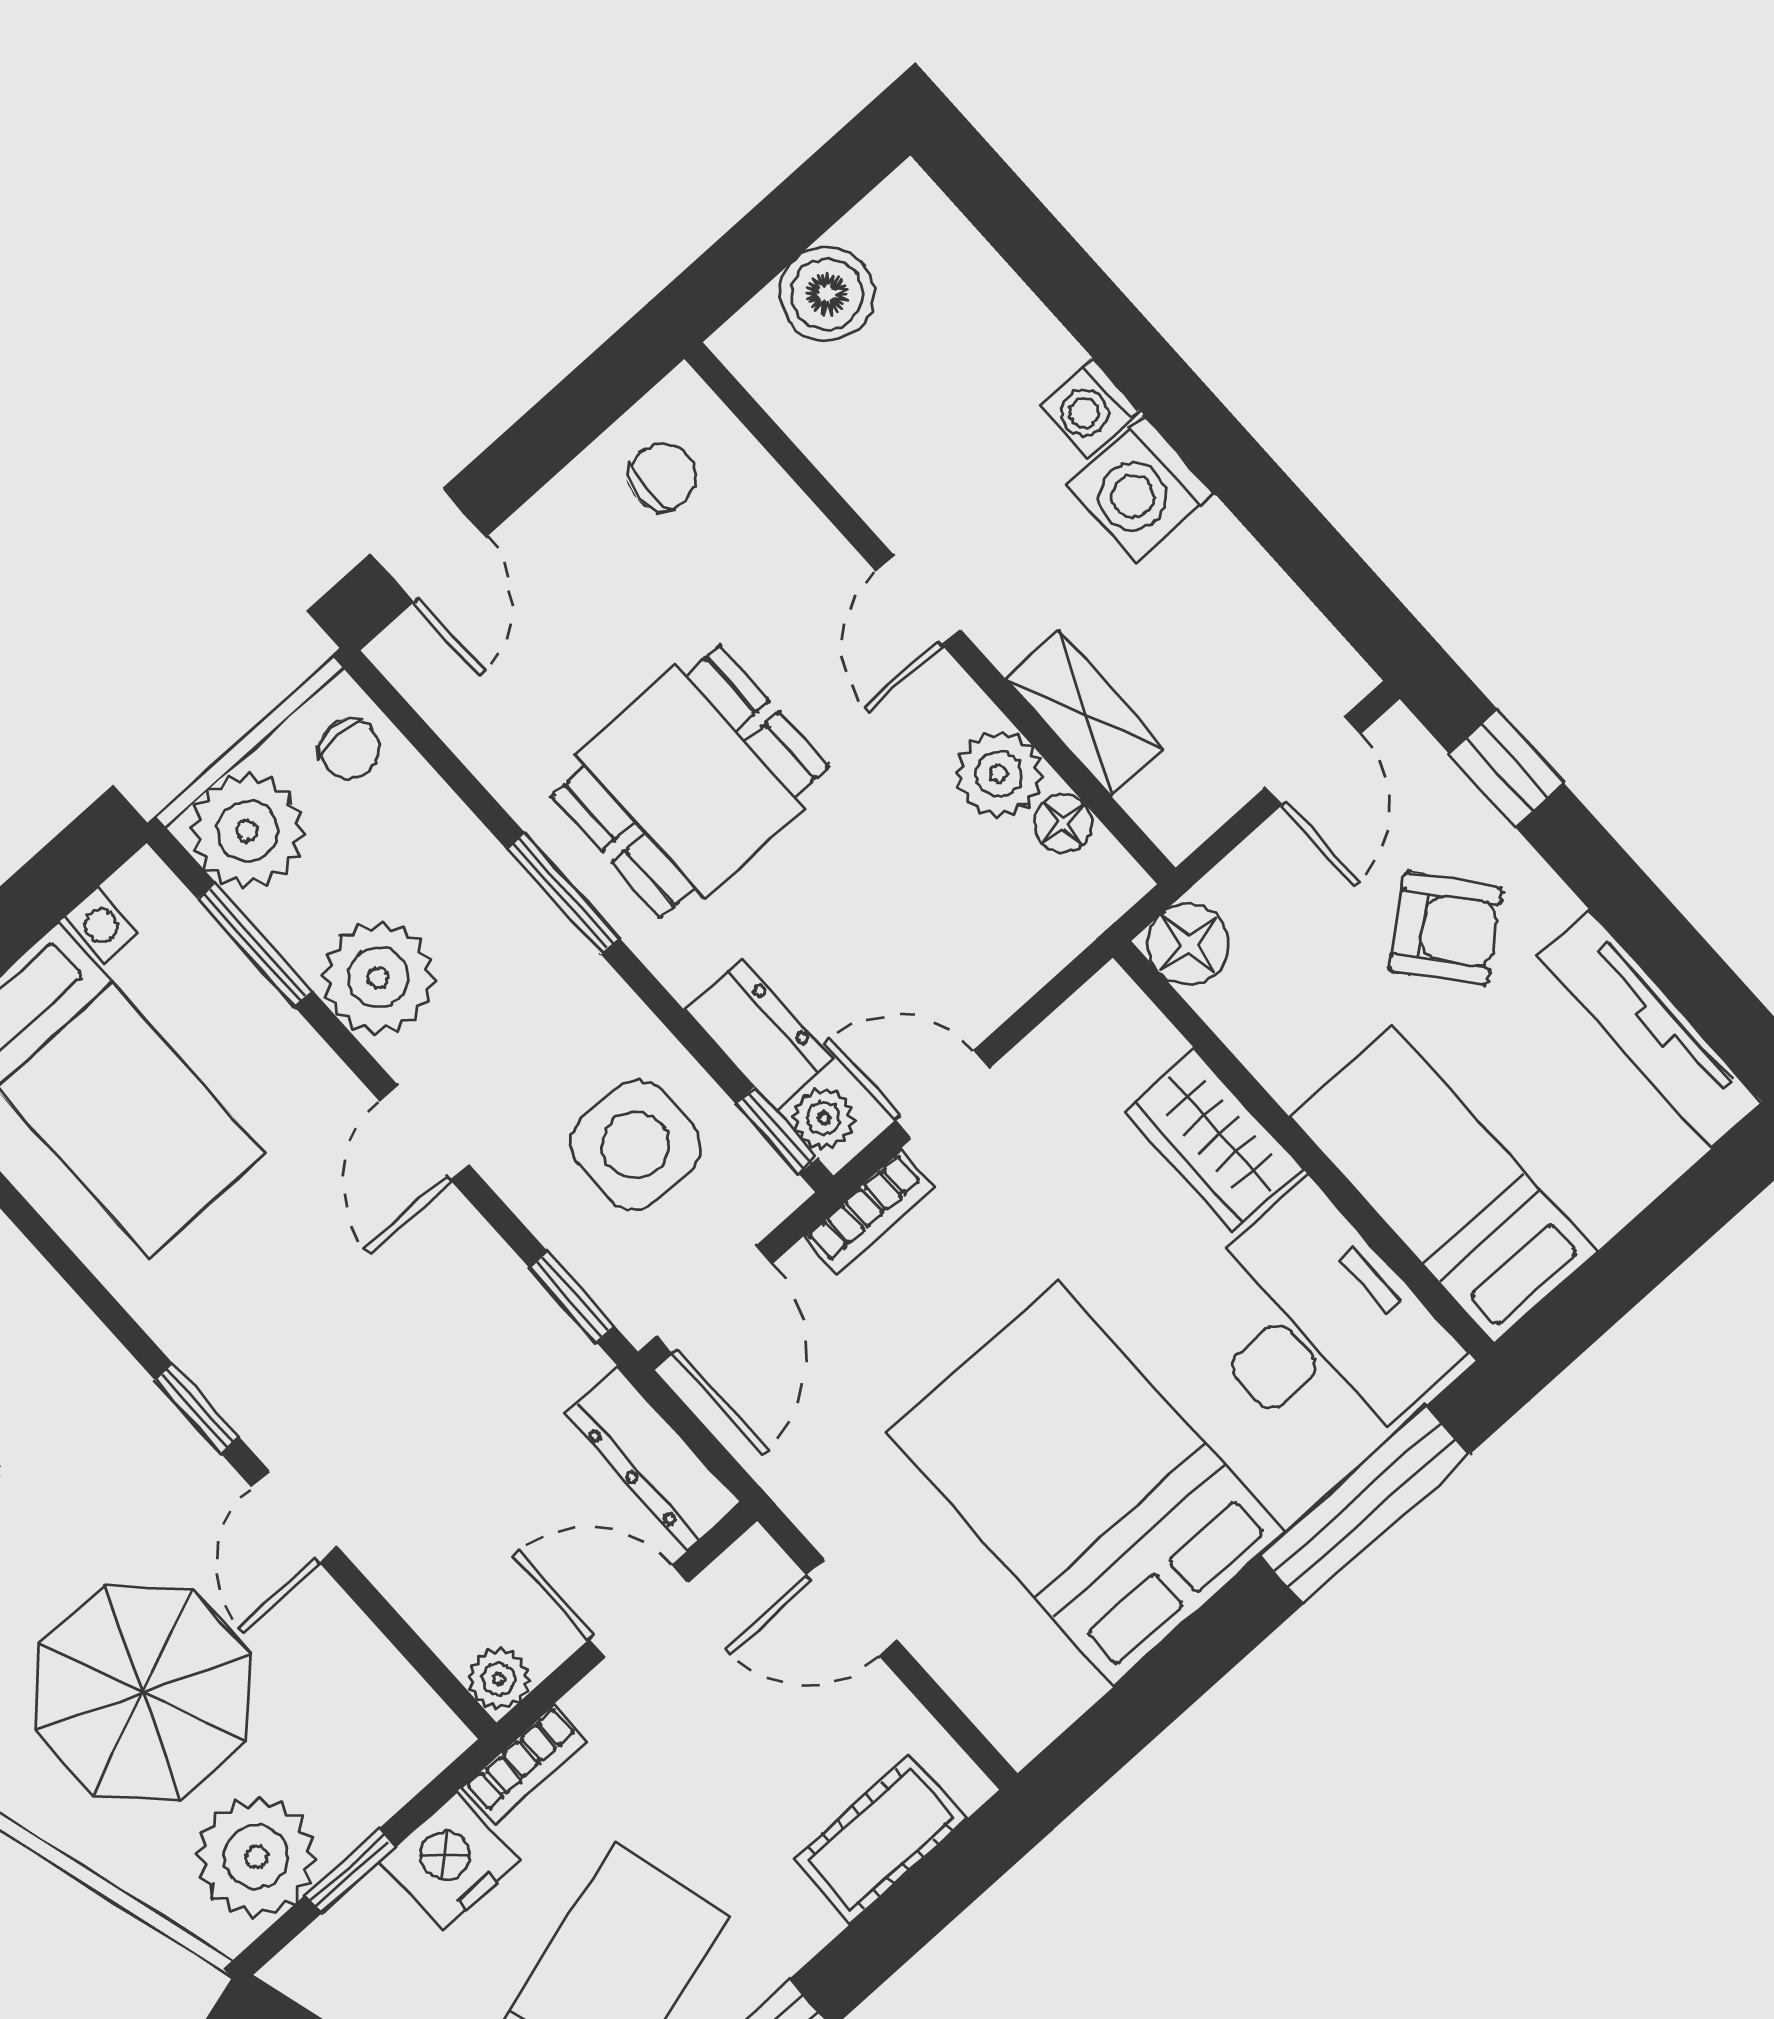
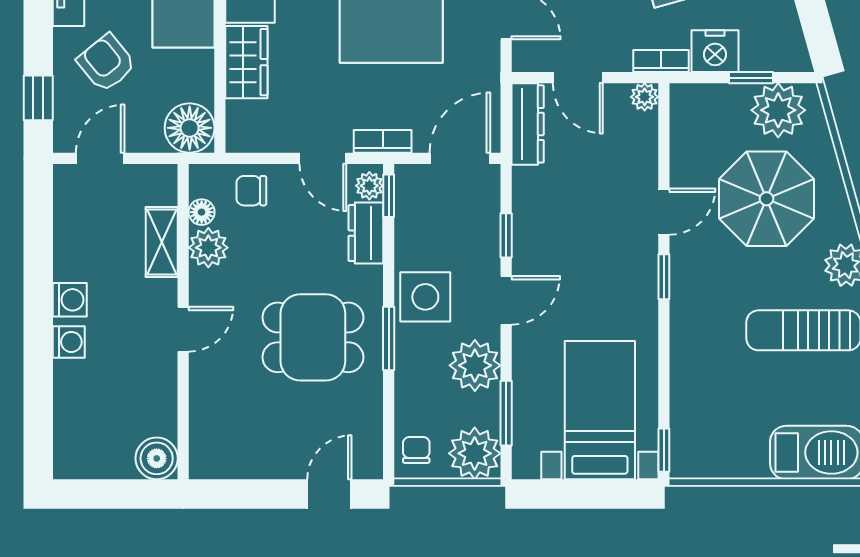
boiler: (827, 294) -> (157, 458), moved
chair: (662, 477) -> (251, 191), moved
washing machine: (1141, 489) -> (70, 300), width x0.73, depth x0.73
floor lamp: (1188, 944) -> (190, 128), width x1.38, depth x1.38
side table: (636, 1145) -> (425, 297), moved
window: (572, 1297) -> (506, 235), moved

